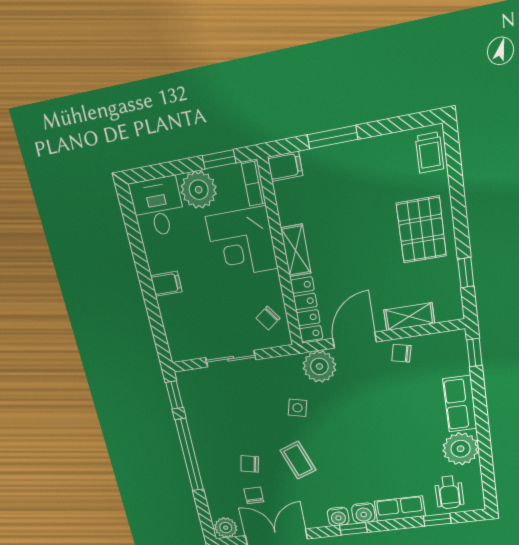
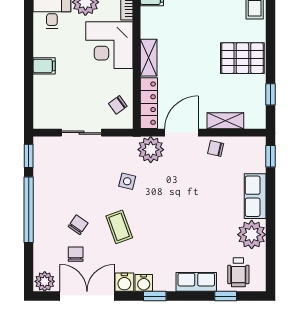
pallet: (421, 230) -> (242, 58), turned 90
chair: (250, 464) -> (78, 225), turned 113
water cooler: (363, 513) -> (124, 282), moved

